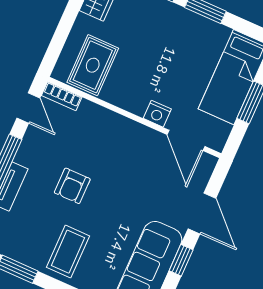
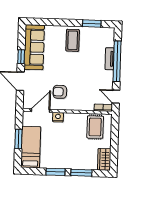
door: (186, 140) -> (40, 111), hinge flipped
armchair: (72, 186) -> (60, 92), moved, turned -90

